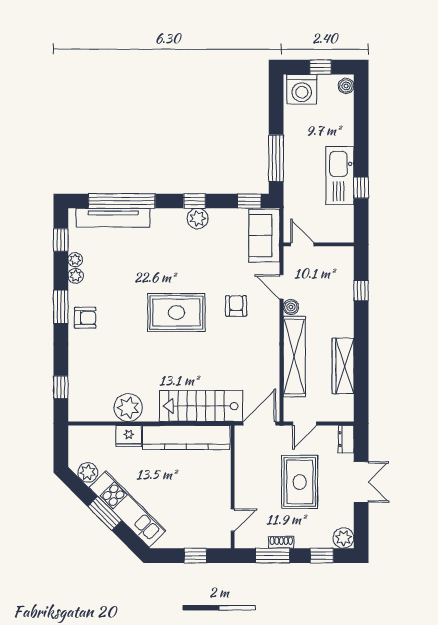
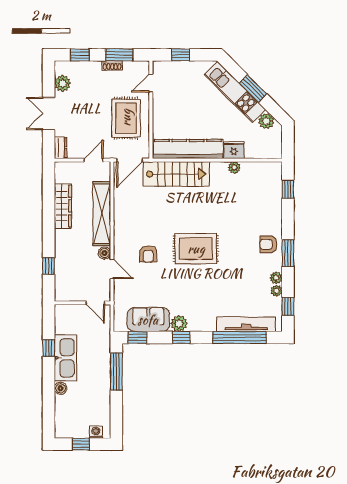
boiler: (346, 86) -> (61, 388), moved
washing machine: (302, 89) -> (96, 432), width x0.53, depth x0.53
sofa: (264, 236) -> (148, 320), moved, turned -90
plant: (128, 408) -> (234, 168), width x0.53, depth x0.53
rug: (300, 482) -> (126, 118), moved
plant: (344, 538) -> (63, 83), moved

